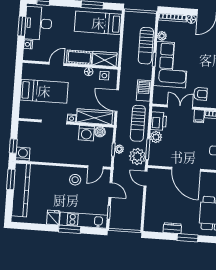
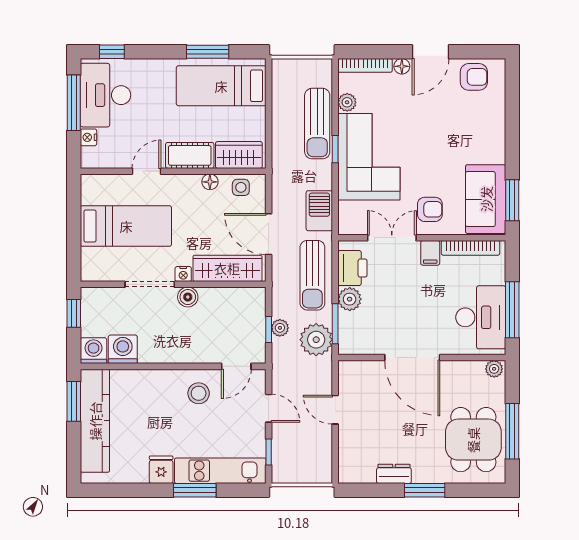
window: (22, 26) -> (74, 103), width x1.44
boiler: (100, 132) -> (188, 297), moved
washing machine: (86, 133) -> (123, 349), moved, turned 180
window: (13, 146) -> (74, 313), moved
door: (146, 179) -> (335, 410), moved

